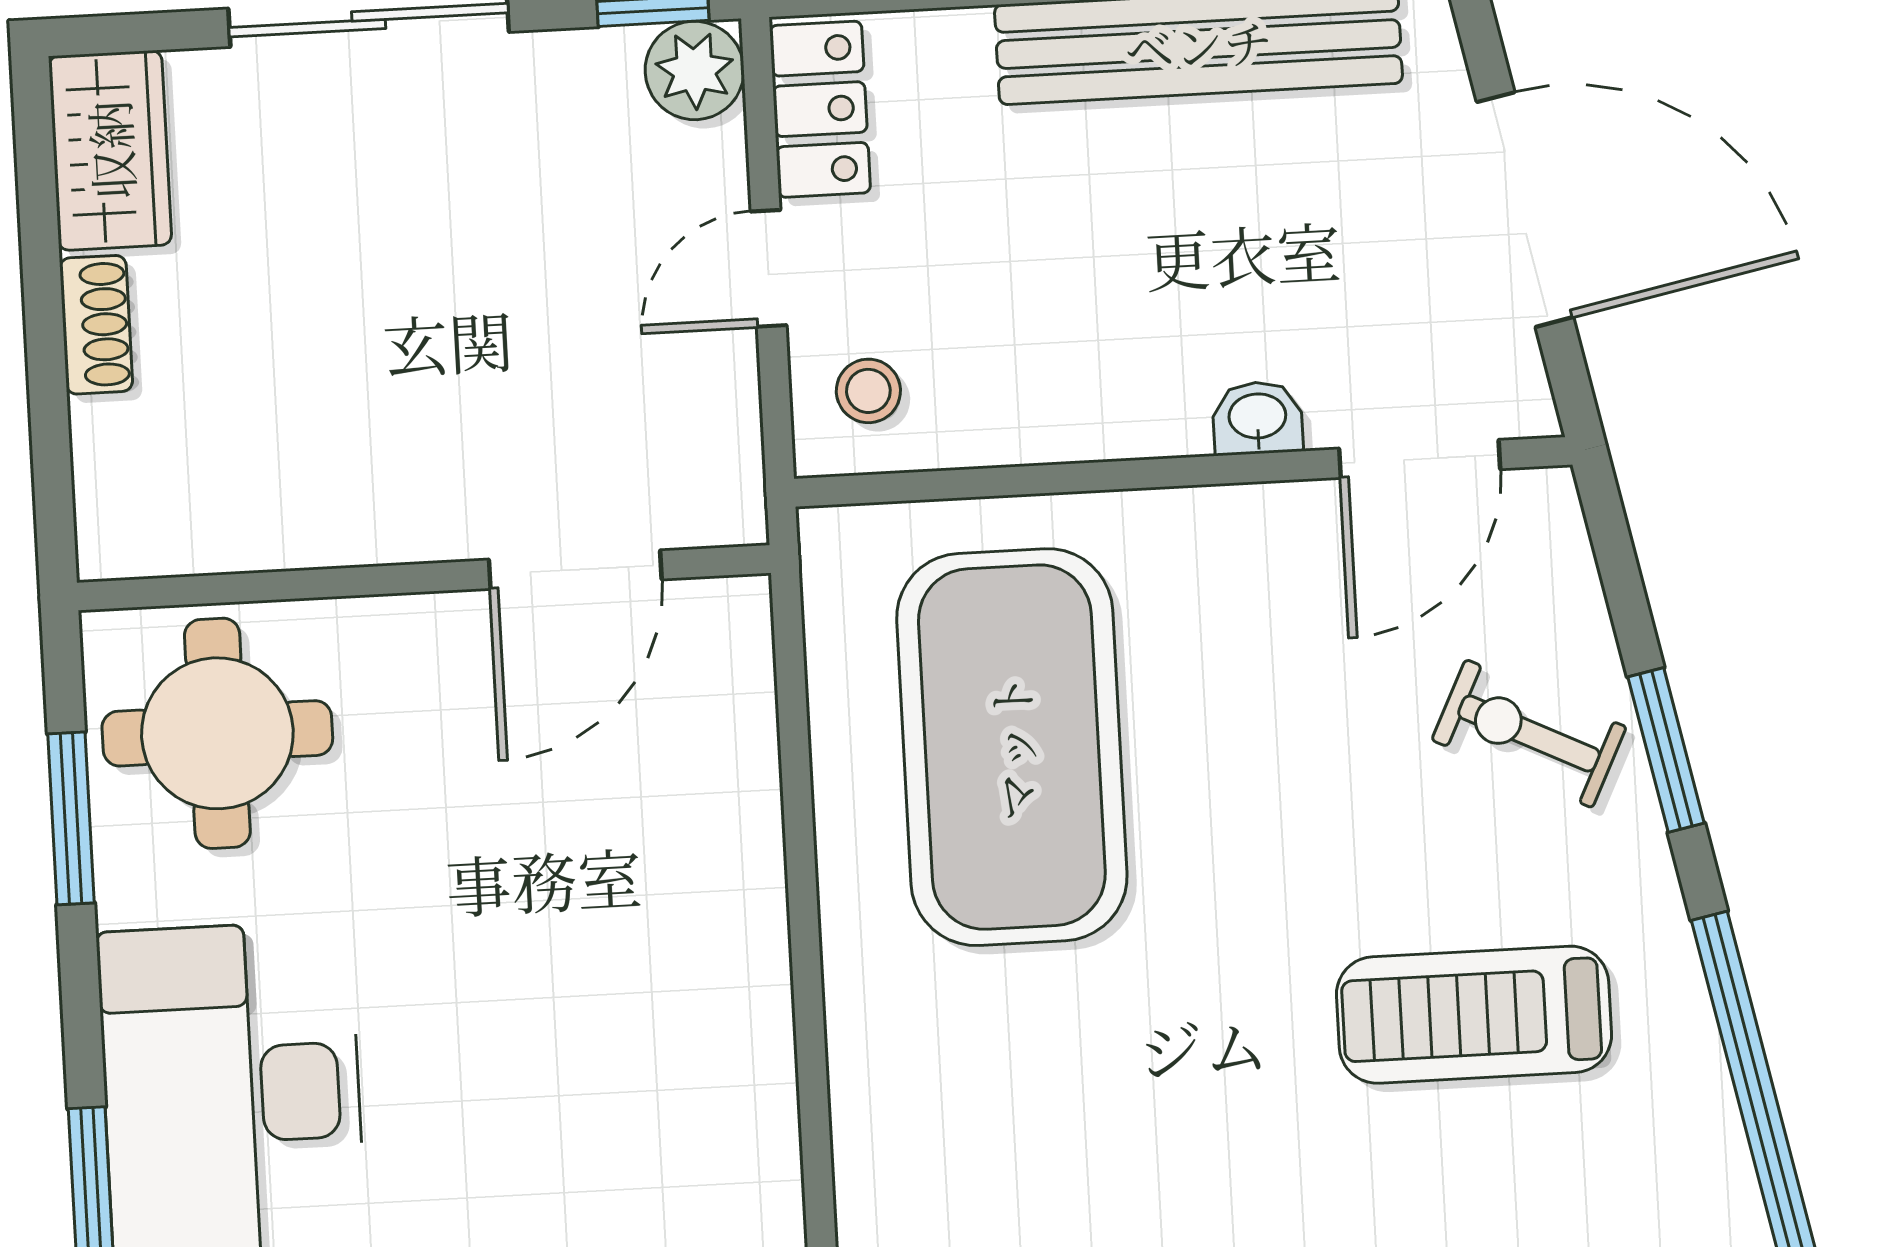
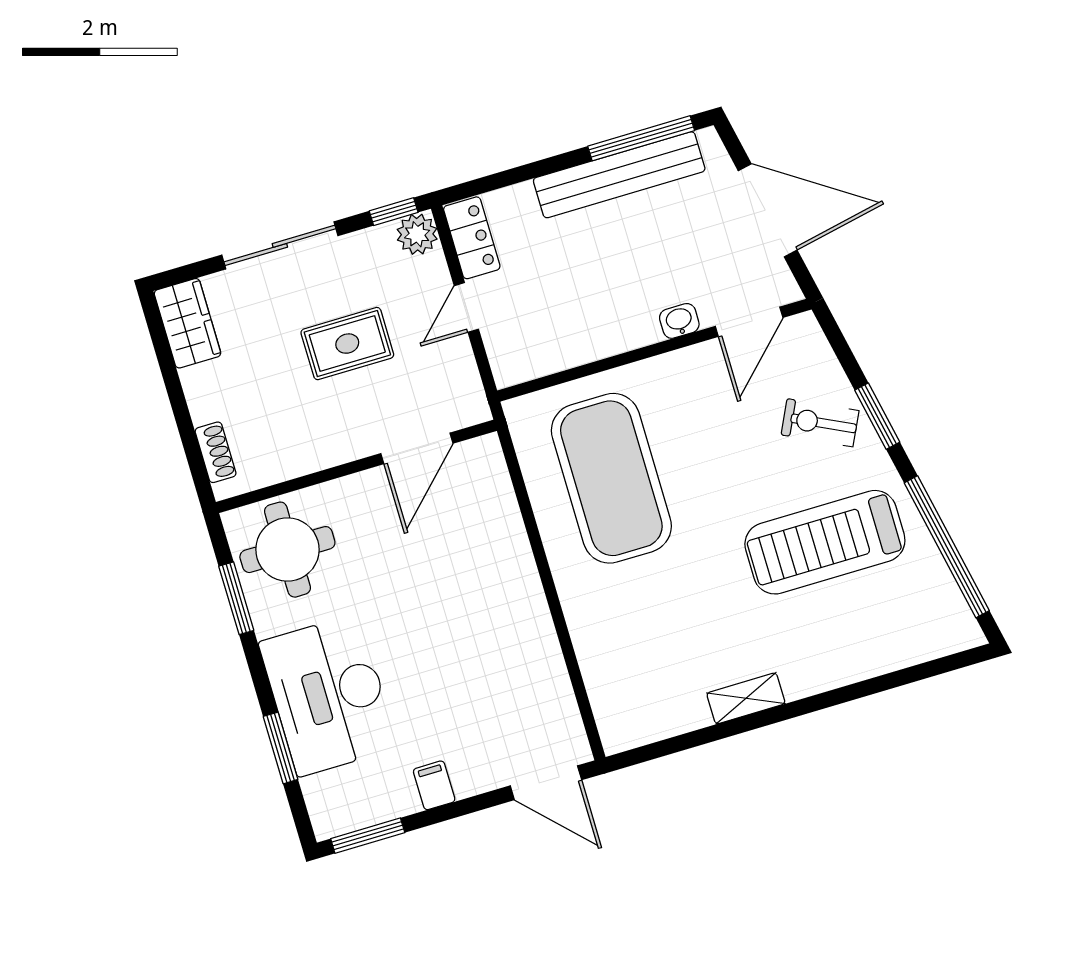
rug: (471, 286) -> (347, 344), added
shoe rack: (96, 325) -> (216, 452), moved
stool: (868, 391) -> (519, 348), removed
treadmill: (1474, 1015) -> (825, 542), width x1.37, depth x1.38

